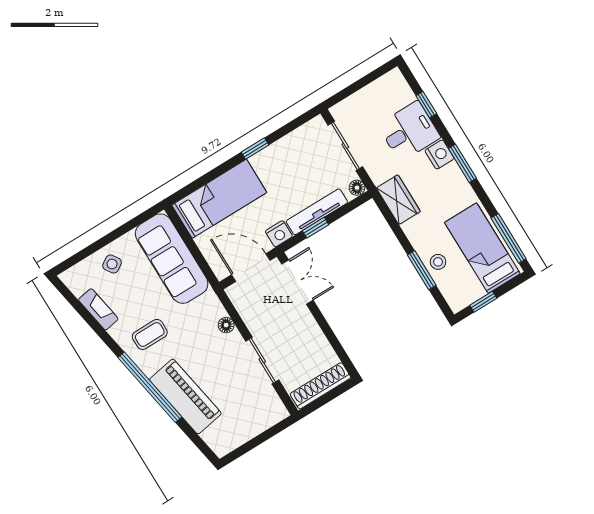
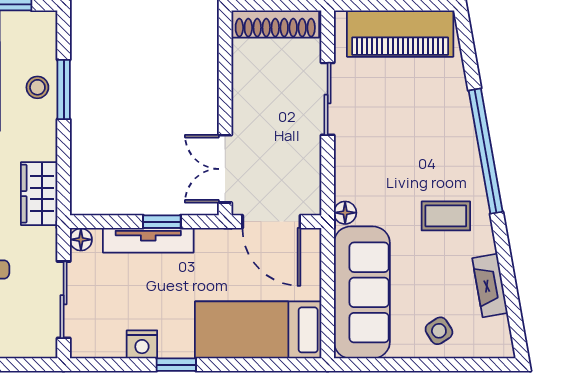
nightstand: (279, 234) -> (142, 344), moved, turned 180
floor lamp: (226, 325) -> (345, 213), moved
piano: (185, 396) -> (400, 34), moved, turned -80

